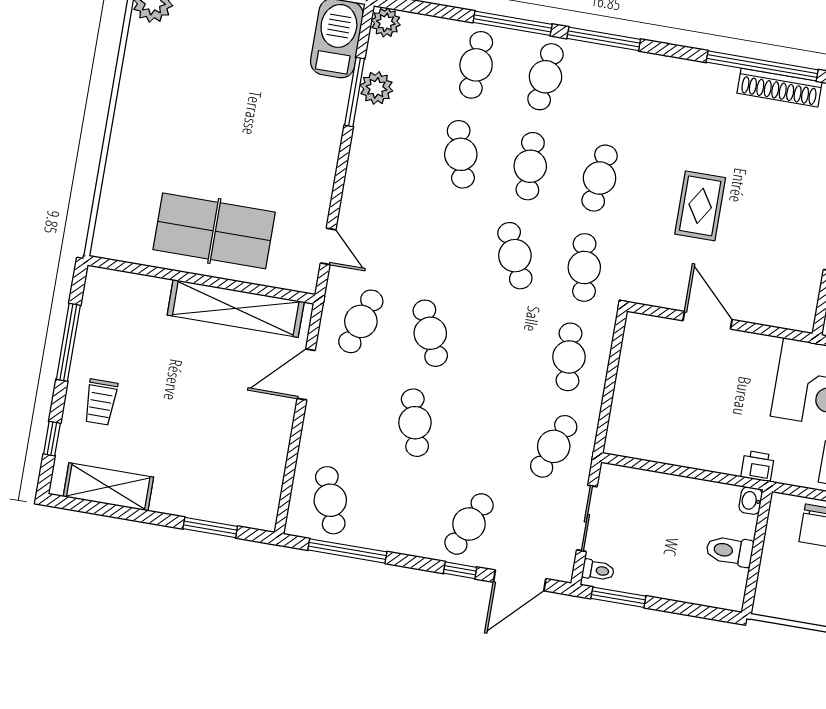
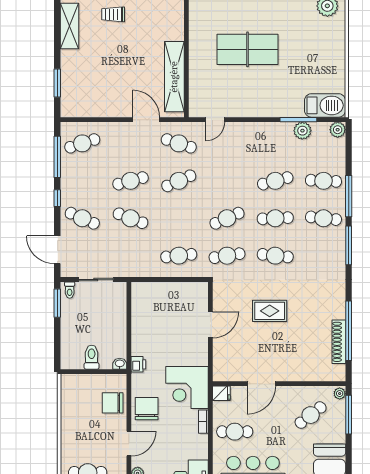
table tennis table: (214, 231) -> (247, 49), moved, turned 90
cafe table: (554, 446) -> (131, 218), moved
window: (460, 570) -> (57, 198), moved

